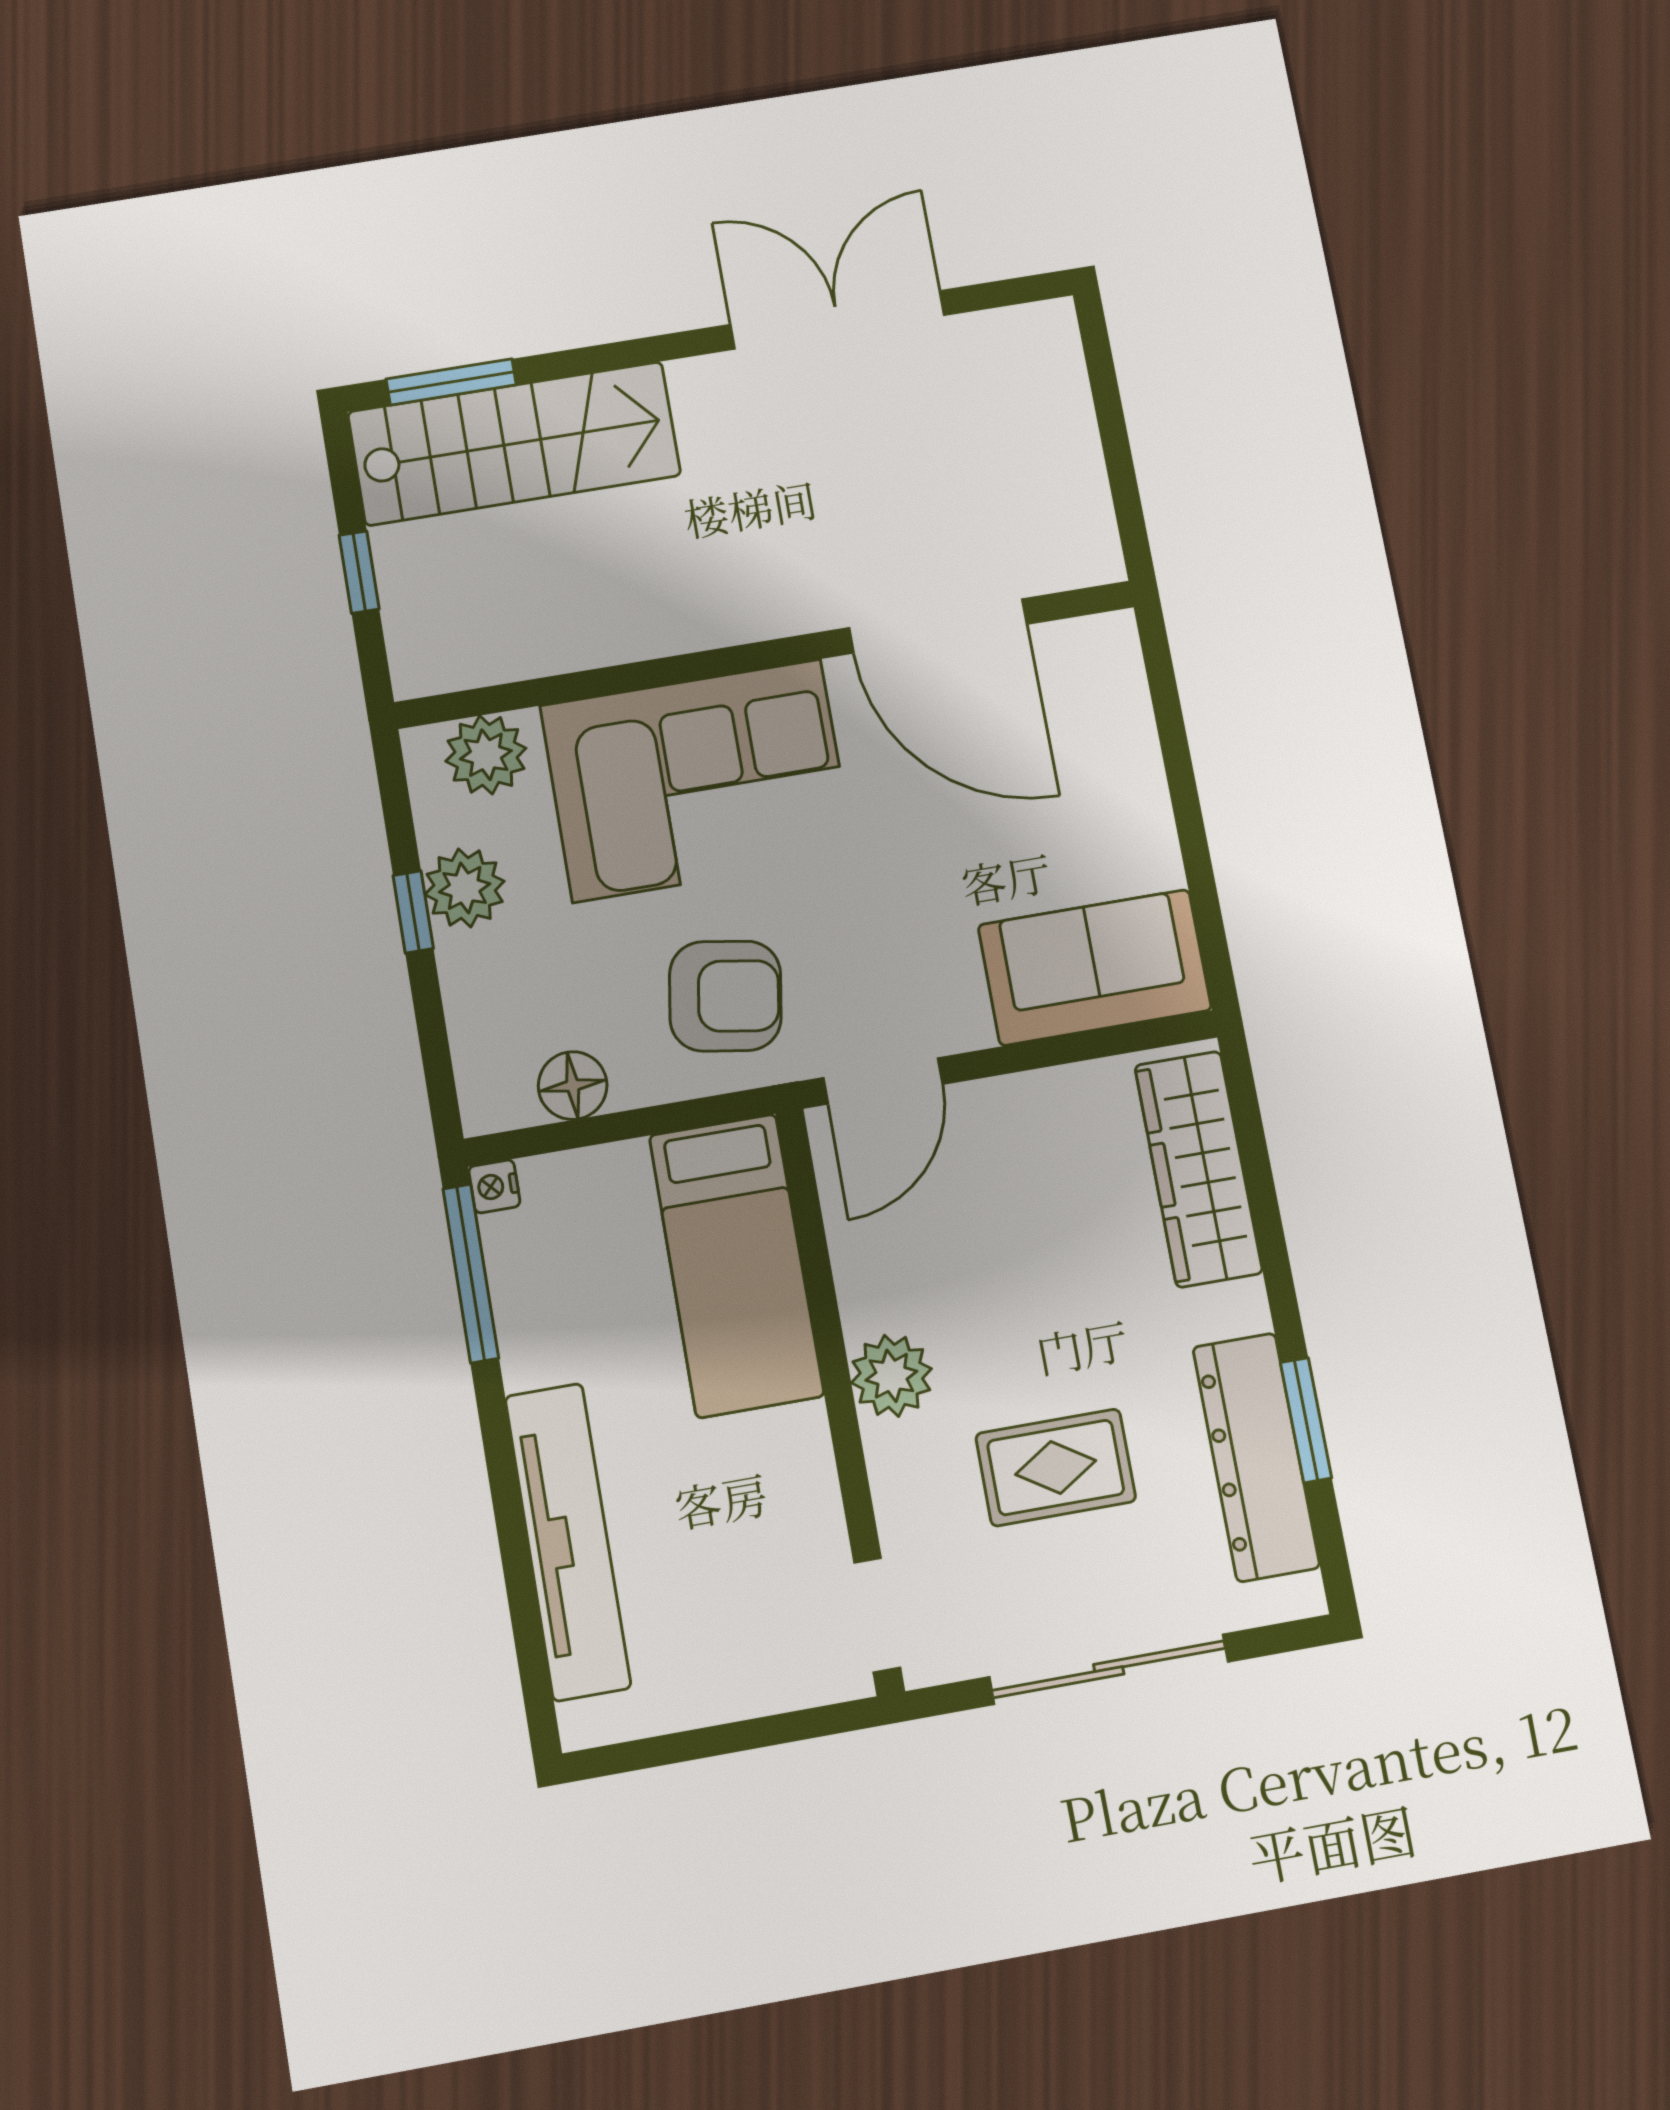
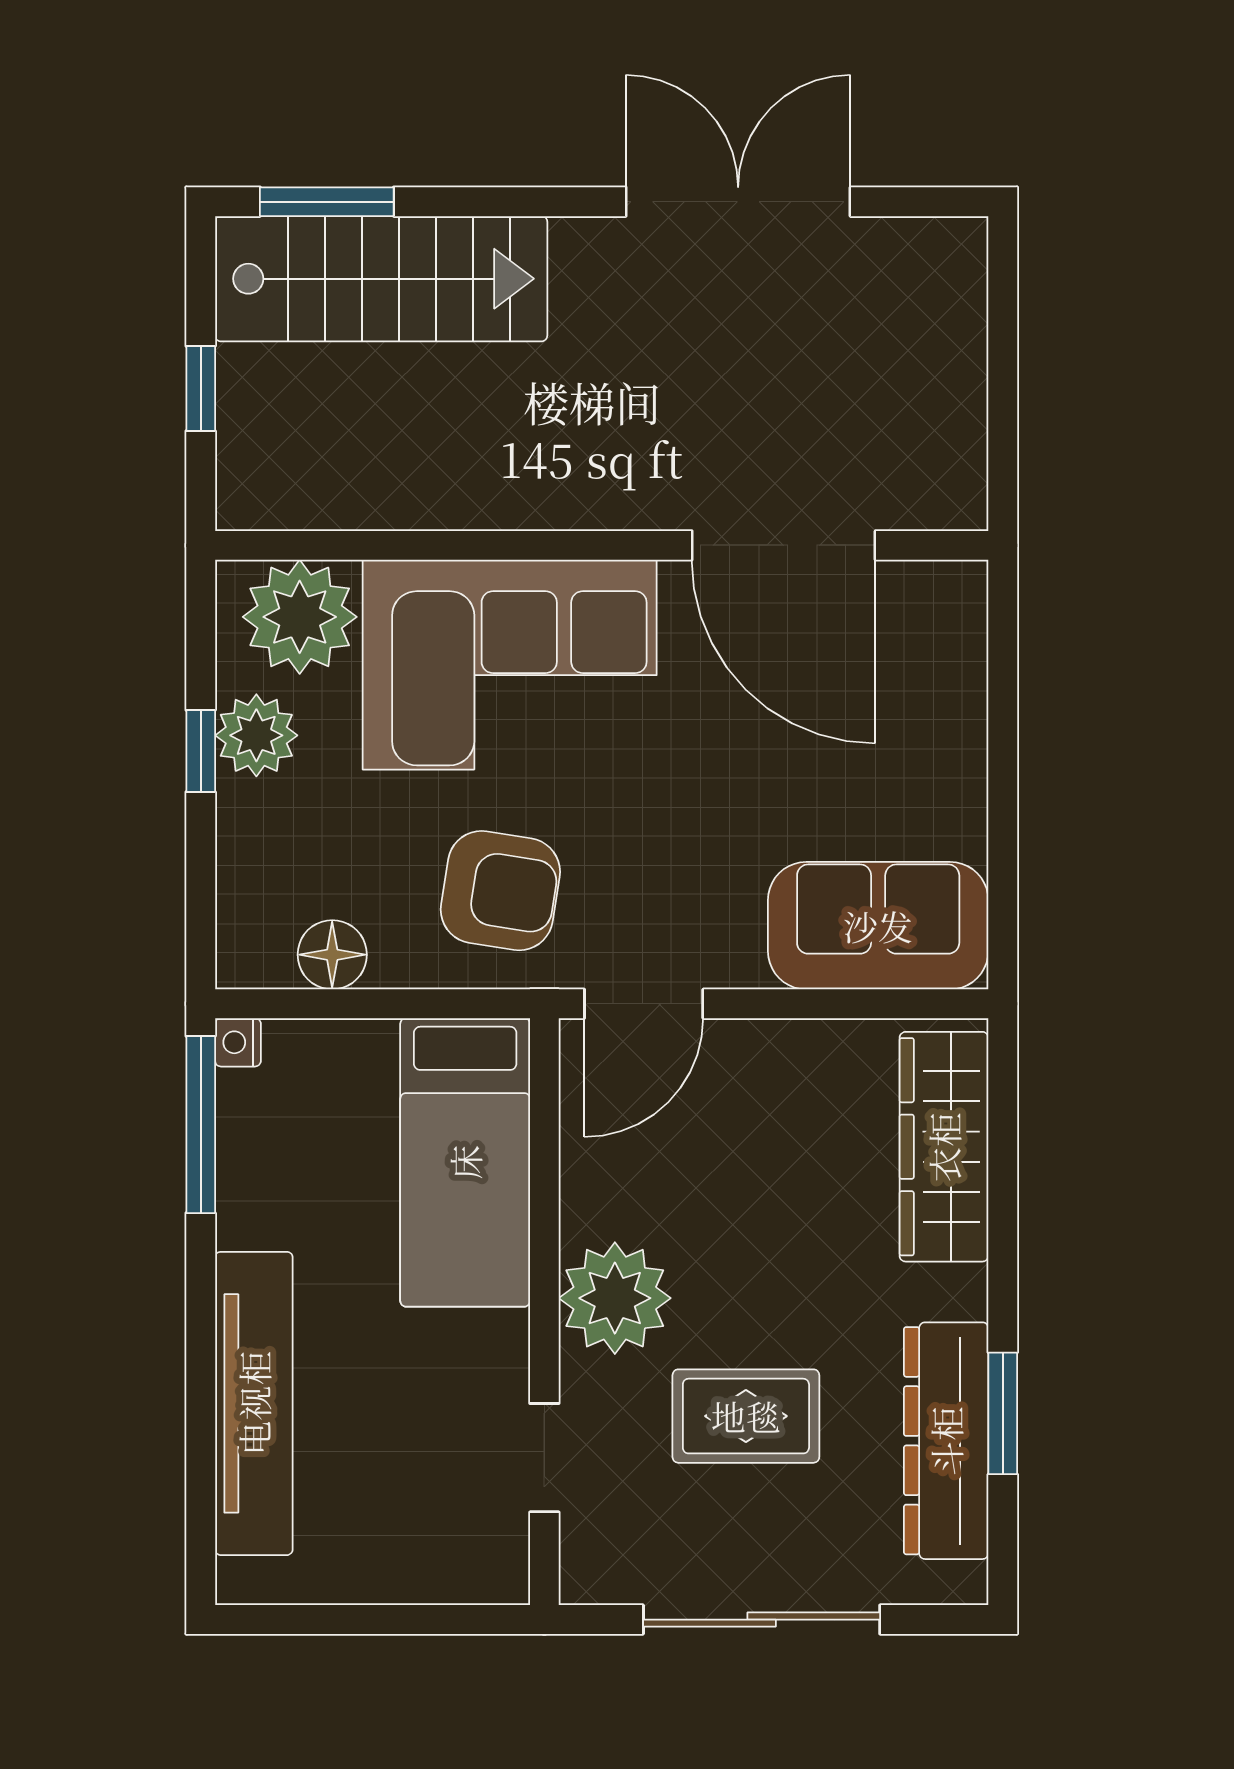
plant: (486, 755) -> (300, 617), width x1.36, depth x1.36
plant: (891, 1376) -> (615, 1298), width x1.36, depth x1.36
doorway: (877, 1615) -> (544, 1458), moved

